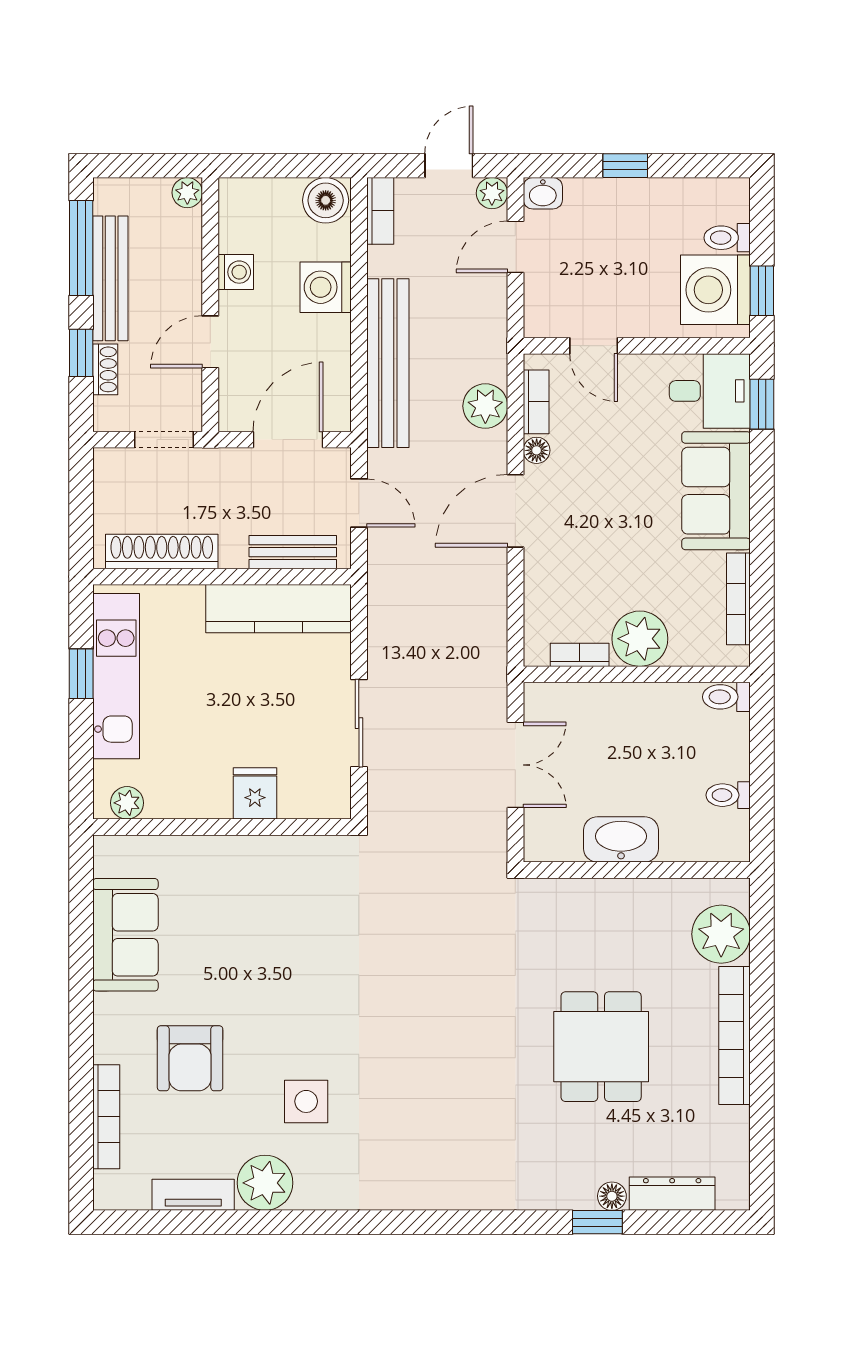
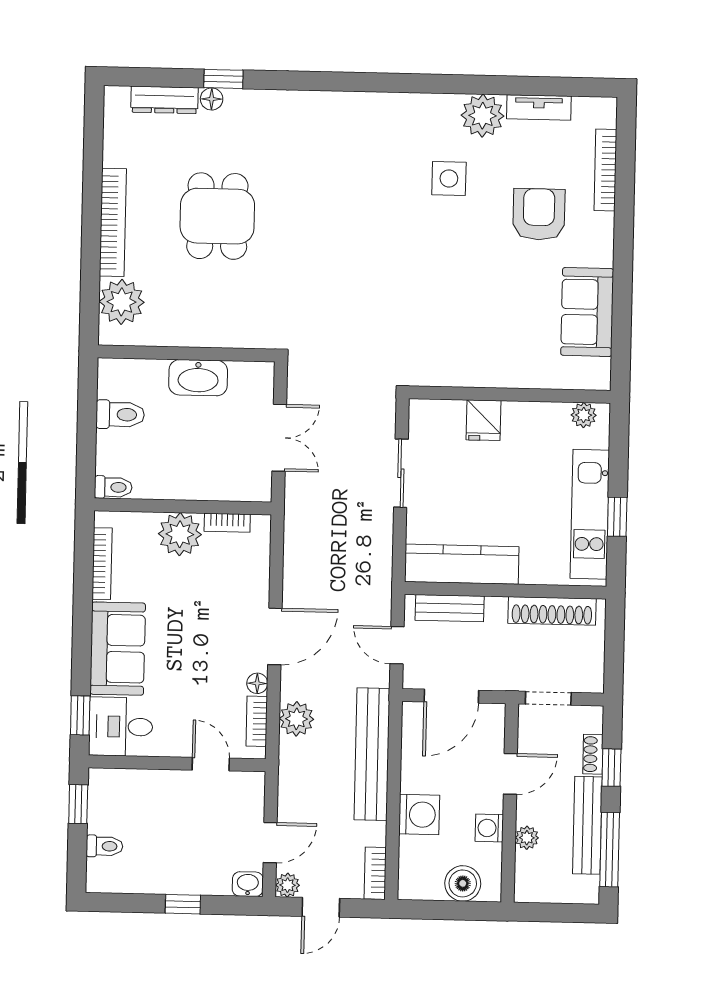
plant: (187, 193) -> (527, 838), moved
boiler: (326, 200) -> (463, 883), moved
washing machine: (715, 290) -> (115, 806), removed
double door: (515, 765) -> (279, 438), swing flipped
toilet: (728, 795) -> (120, 414), width x1.37, depth x1.39

